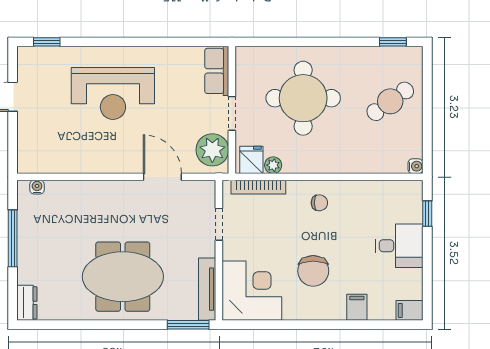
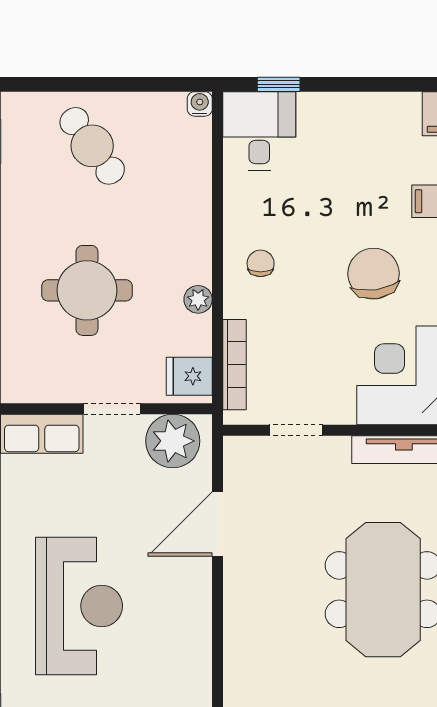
round table: (303, 98) -> (87, 290), width x0.73, depth x0.73
plant: (273, 165) -> (198, 299), moved
desk: (399, 246) -> (259, 131), moved
chair: (313, 271) -> (374, 274), turned -98

